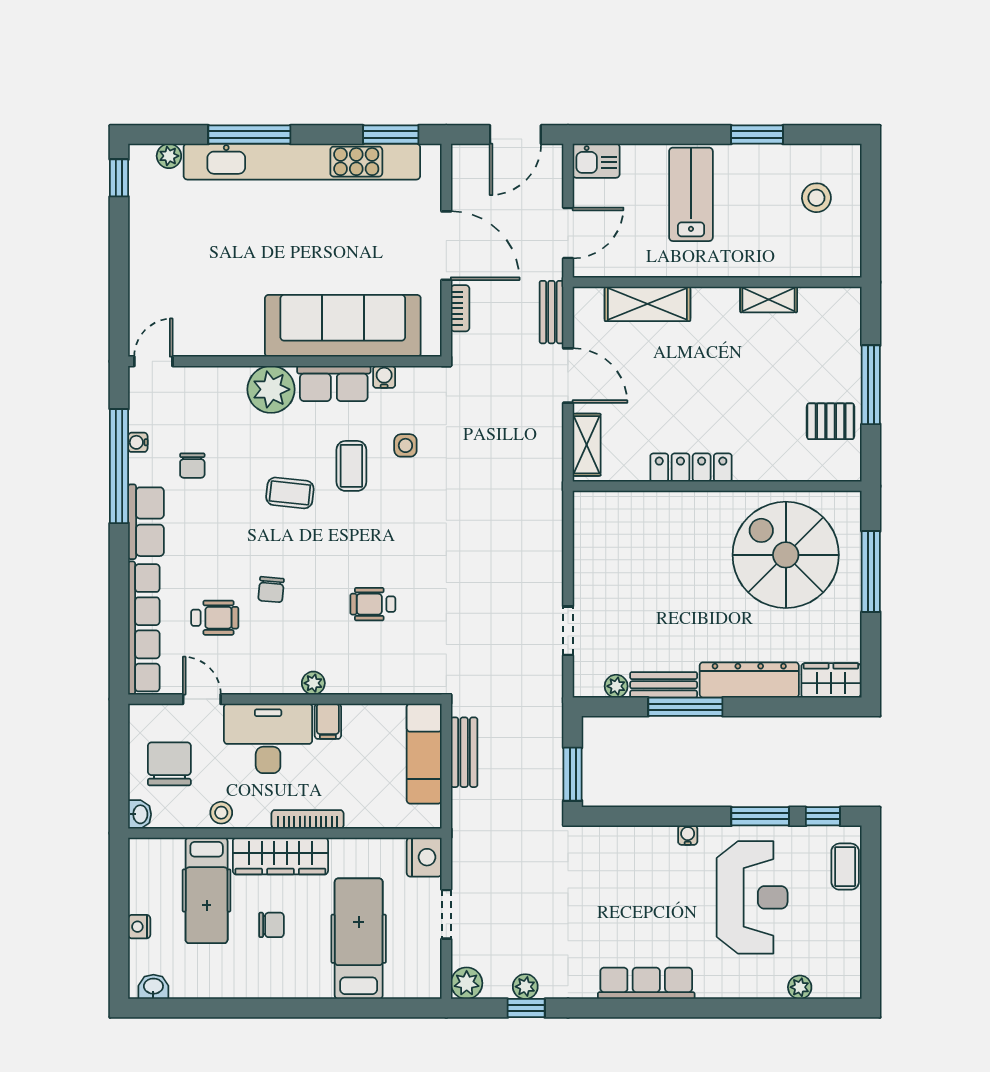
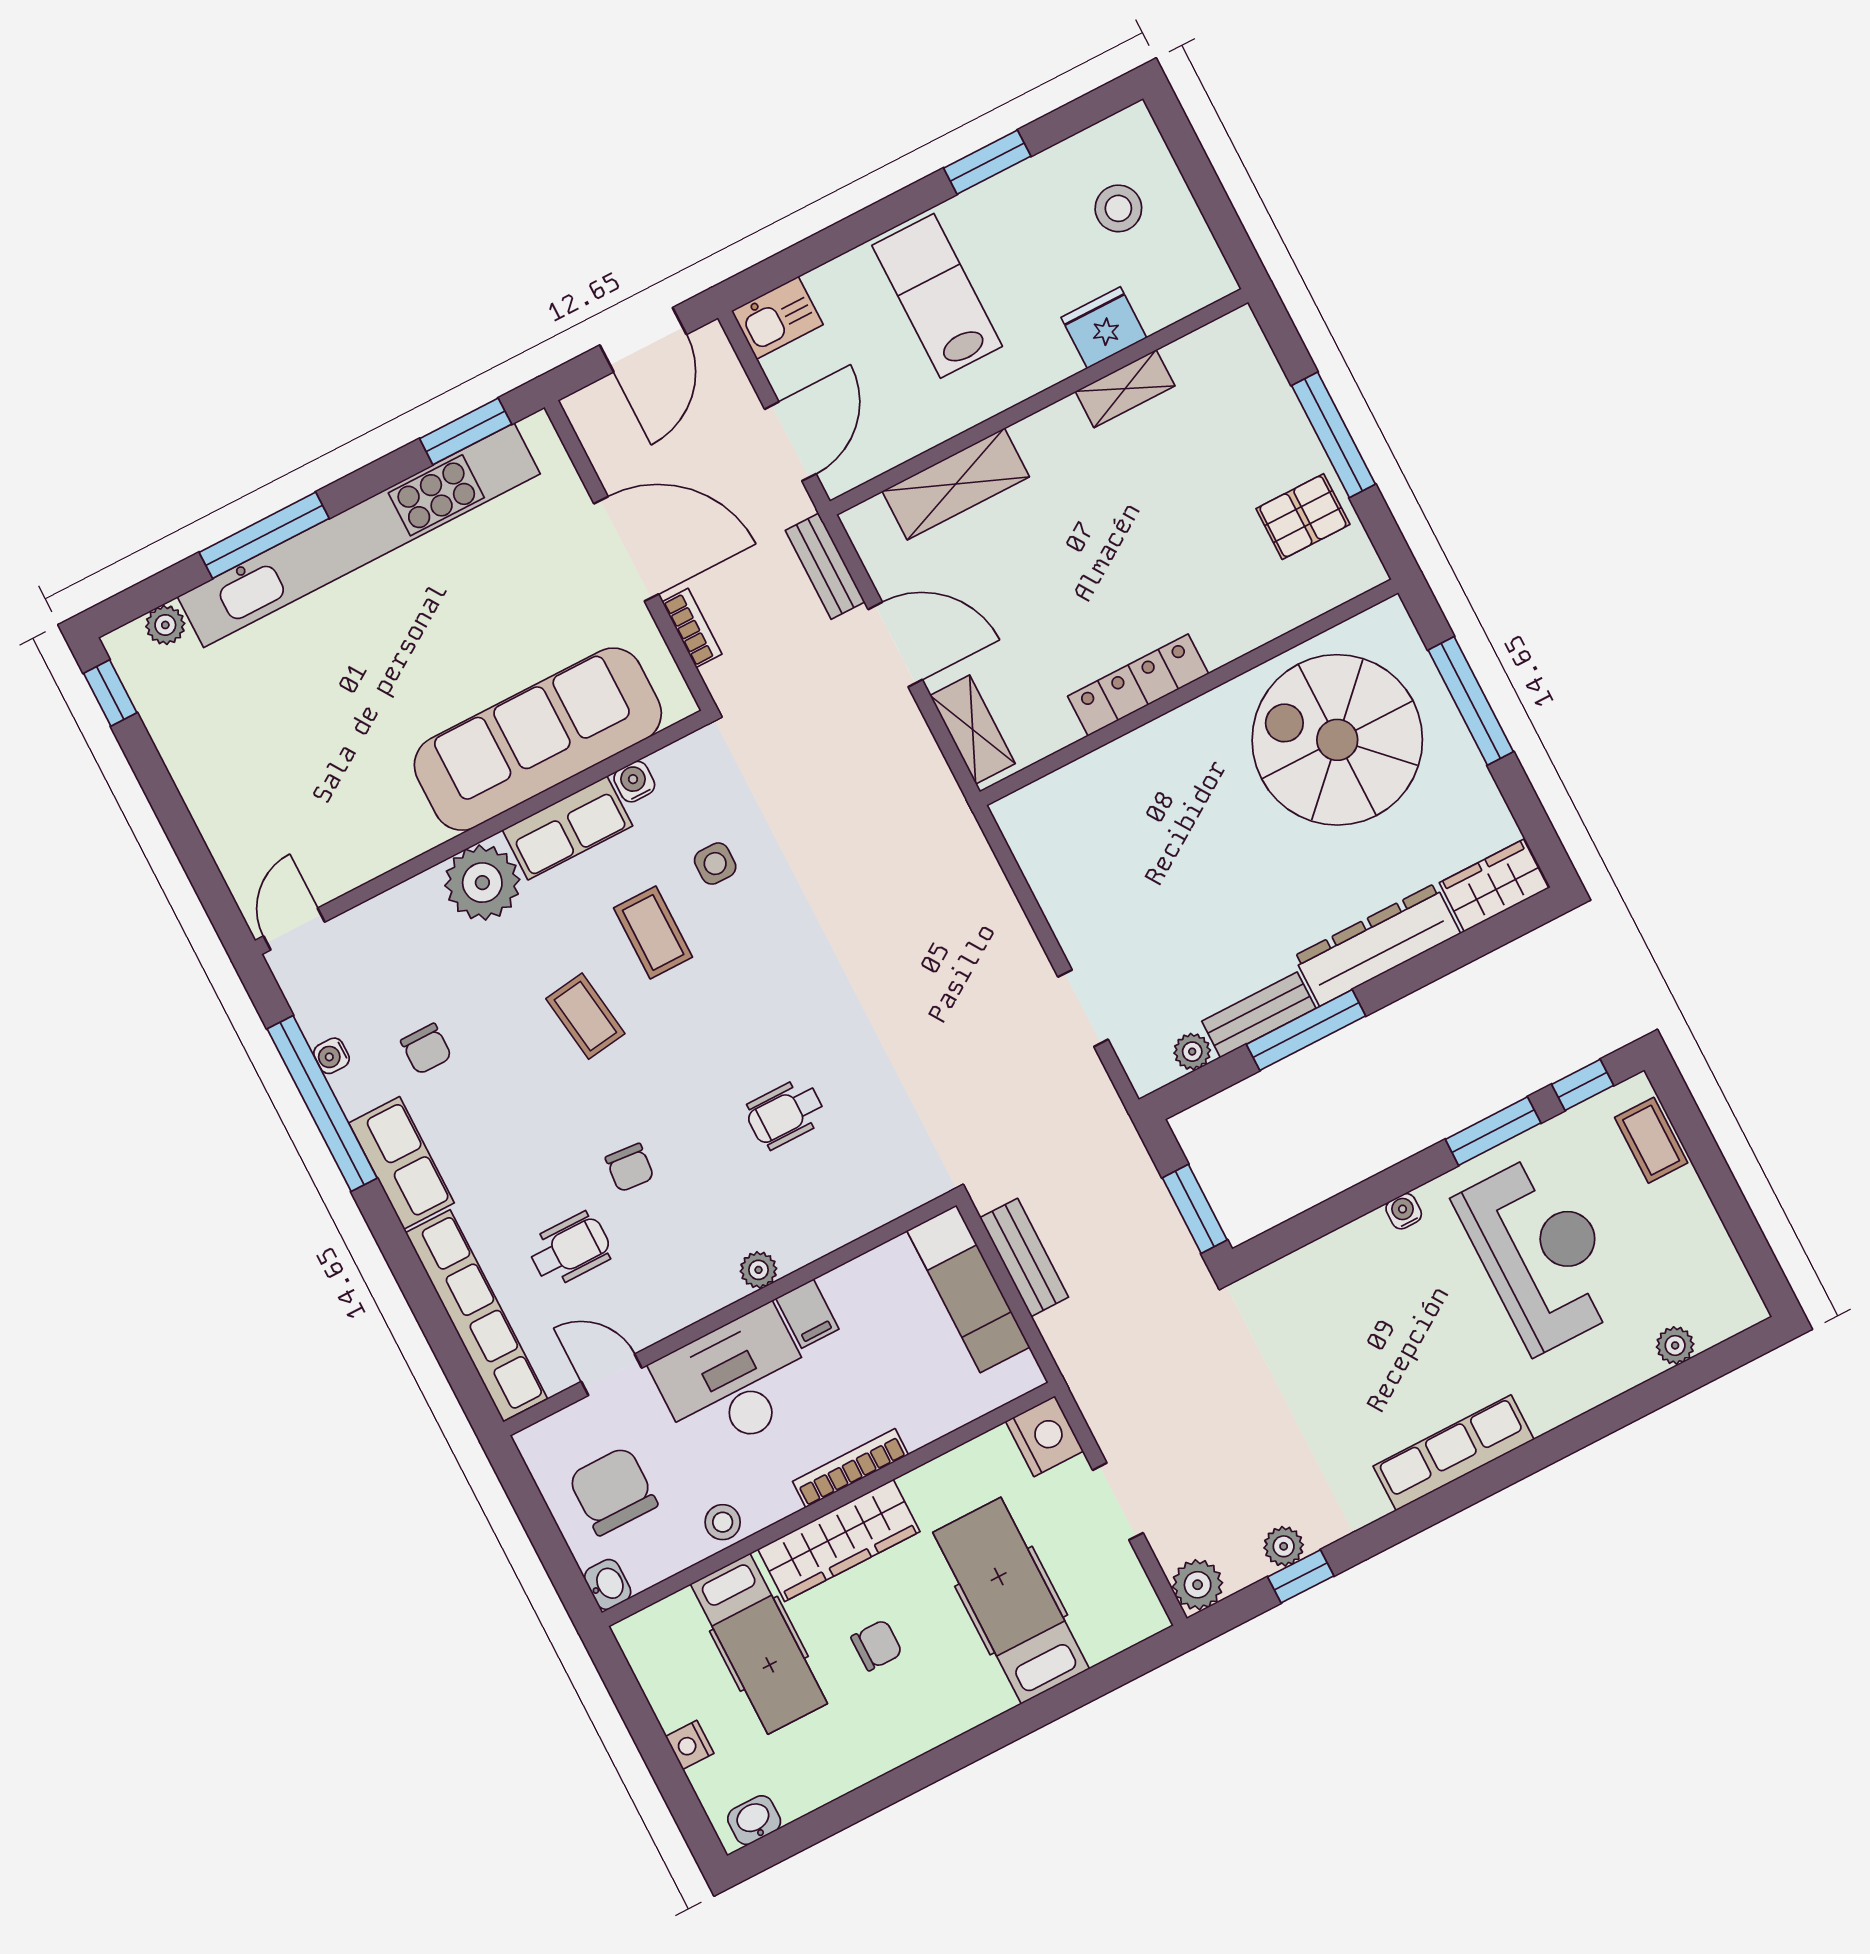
fridge: (774, 260) -> (1104, 328), added
coffee table: (290, 493) -> (585, 1016), turned 76

